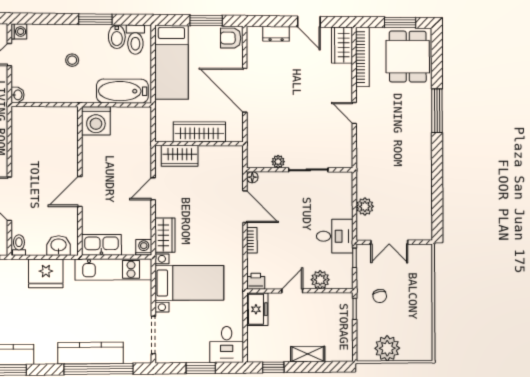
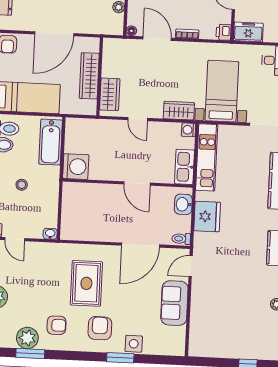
door: (245, 207) -> (157, 39), hinge flipped

